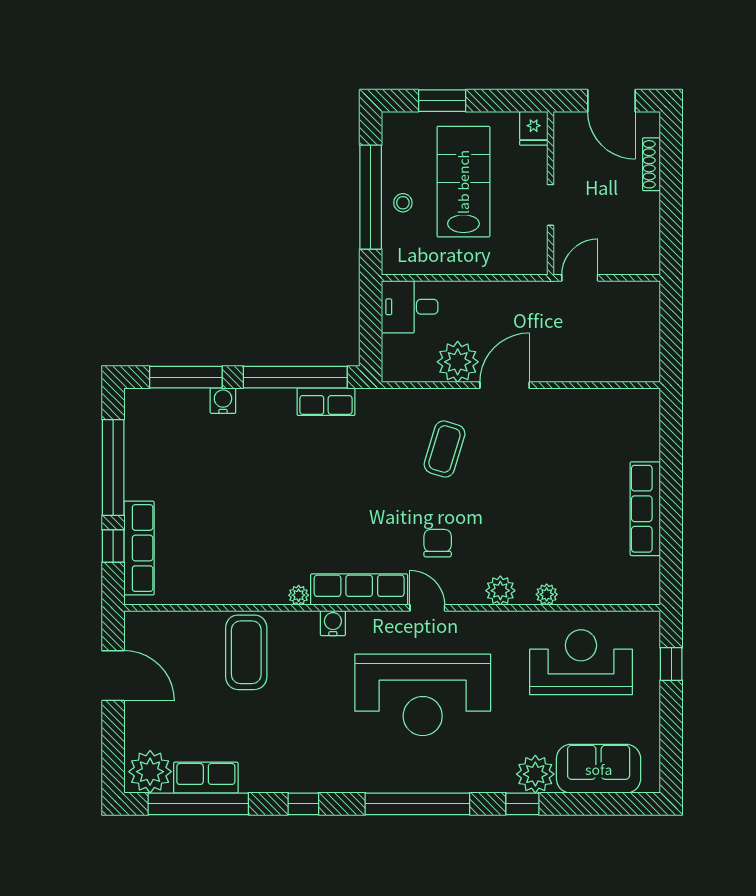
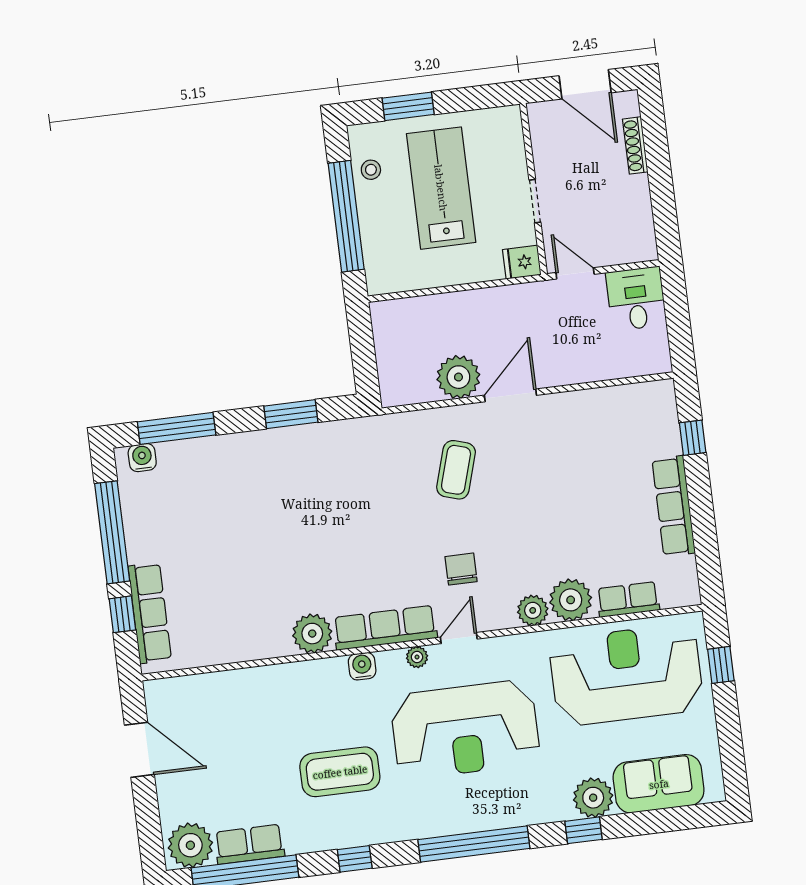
fridge: (534, 128) -> (522, 262), moved, turned 90
stool: (403, 203) -> (371, 170), moved
door: (580, 278) -> (575, 273), hinge flipped
desk: (410, 307) -> (636, 299), moved, turned 90
window: (295, 377) -> (291, 414), width x0.47
water cooler: (223, 401) -> (142, 458), moved
row of seats: (326, 402) -> (628, 599), moved, turned 180
window: (671, 447) -> (693, 438), added
plant: (547, 594) -> (571, 600), width x1.88, depth x1.88
plant: (299, 595) -> (312, 634), width x1.88, depth x1.88
door: (427, 608) -> (459, 638), hinge flipped
plant: (386, 621) -> (417, 657), added
coffee table: (246, 652) -> (340, 772), moved, turned 90
reception desk: (581, 662) -> (626, 675), width x1.36, depth x1.30

